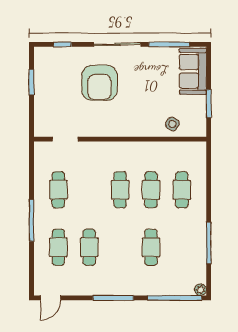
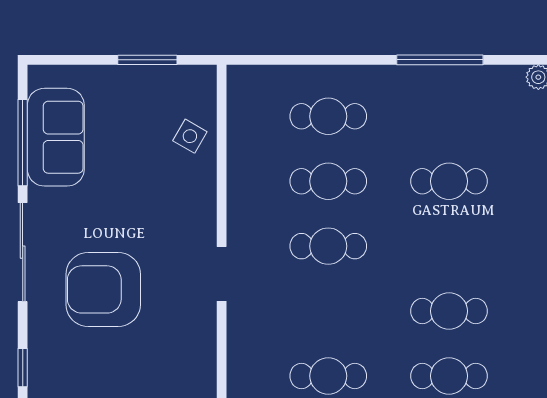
sofa: (193, 71) -> (56, 137), moved, turned -90
armchair: (99, 83) -> (103, 289), turned 180
doorway: (65, 139) -> (222, 274), moved

